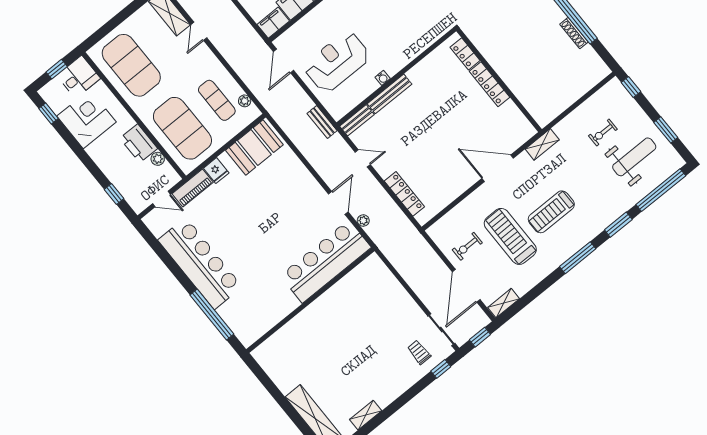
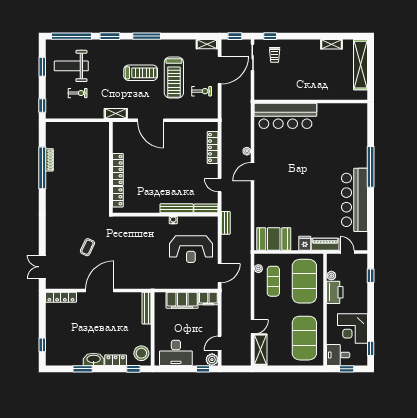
bar counter: (326, 261) -> (285, 116), moved
wall: (310, 300) -> (311, 102), moved

